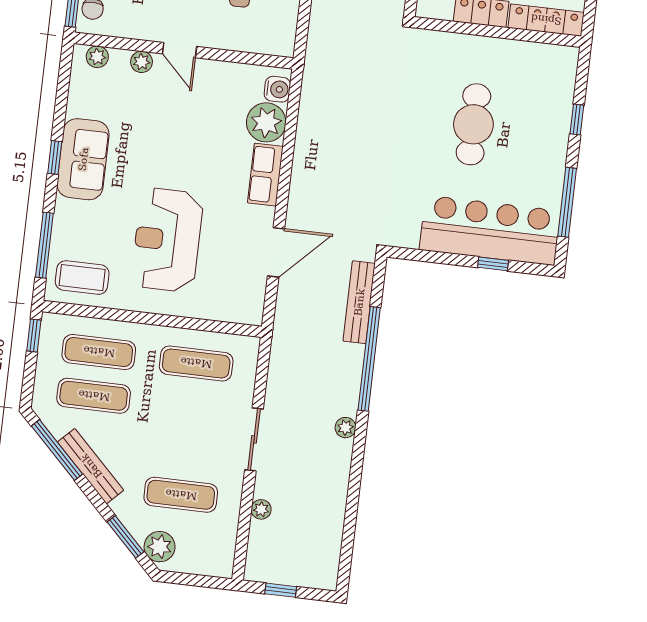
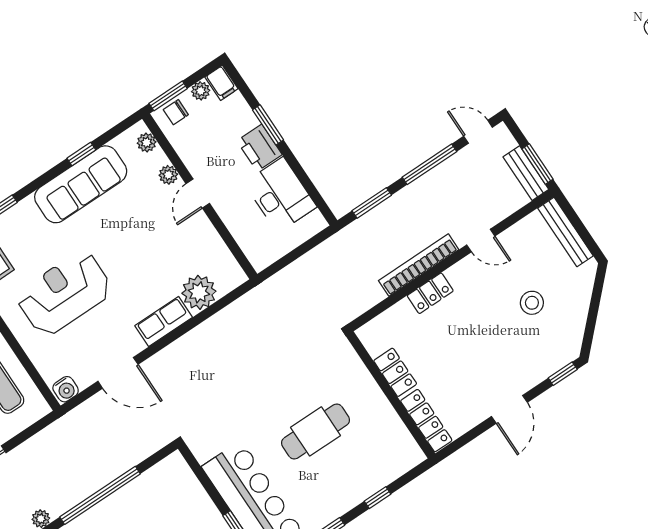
water cooler: (277, 89) -> (66, 389), moved
window: (55, 157) -> (81, 154), moved
sofa: (83, 159) -> (81, 184), width x1.36
bench: (359, 302) -> (132, 456), removed

